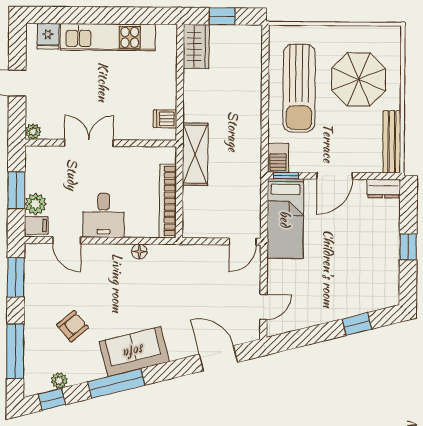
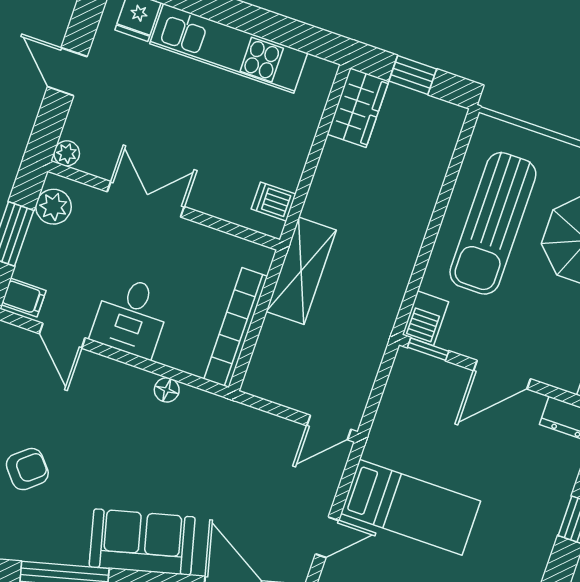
plant: (36, 204) -> (53, 207), moved
bed: (285, 219) -> (411, 507), moved, turned -90
sofa: (134, 352) -> (142, 542), moved

